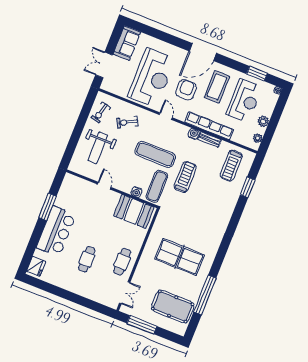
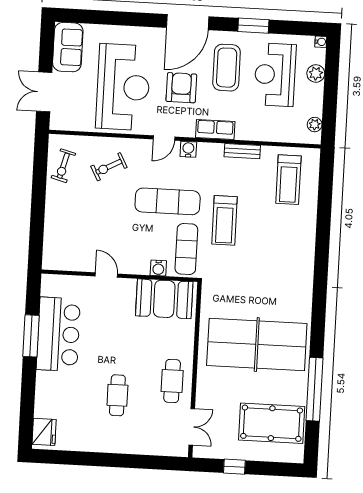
window: (257, 74) -> (253, 26), moved
reception desk: (244, 101) -> (275, 75), turned 180
door: (166, 116) -> (164, 138), swing flipped
plant: (263, 121) -> (316, 73), moved
row of seats: (209, 126) -> (215, 130), width x0.50
water cooler: (194, 134) -> (188, 149), moved
weight bench: (98, 148) -> (77, 221), removed
treadmill: (185, 177) -> (225, 220), turned 180
window: (248, 187) -> (325, 204), removed
bar counter: (56, 231) -> (58, 334), moved
table tennis table: (180, 257) -> (257, 345), width x1.36, depth x1.32
window: (142, 325) -> (234, 467), width x0.46

